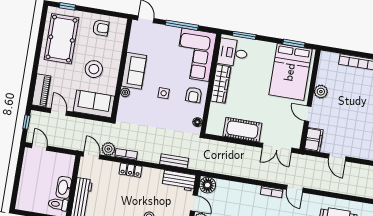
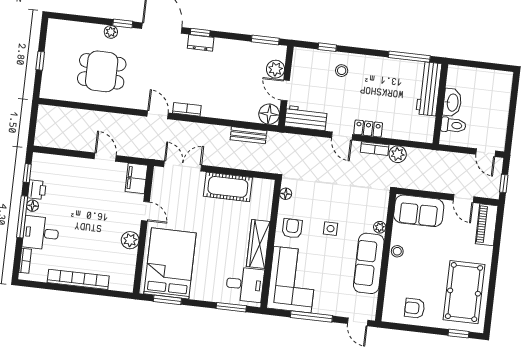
stool: (94, 69) -> (397, 251), moved, width x0.53, depth x0.53
sofa: (134, 71) -> (369, 263), width x1.36
door: (91, 155) -> (342, 136), moved
bench: (174, 161) -> (248, 135), moved
toilet: (58, 204) -> (453, 125), moved

